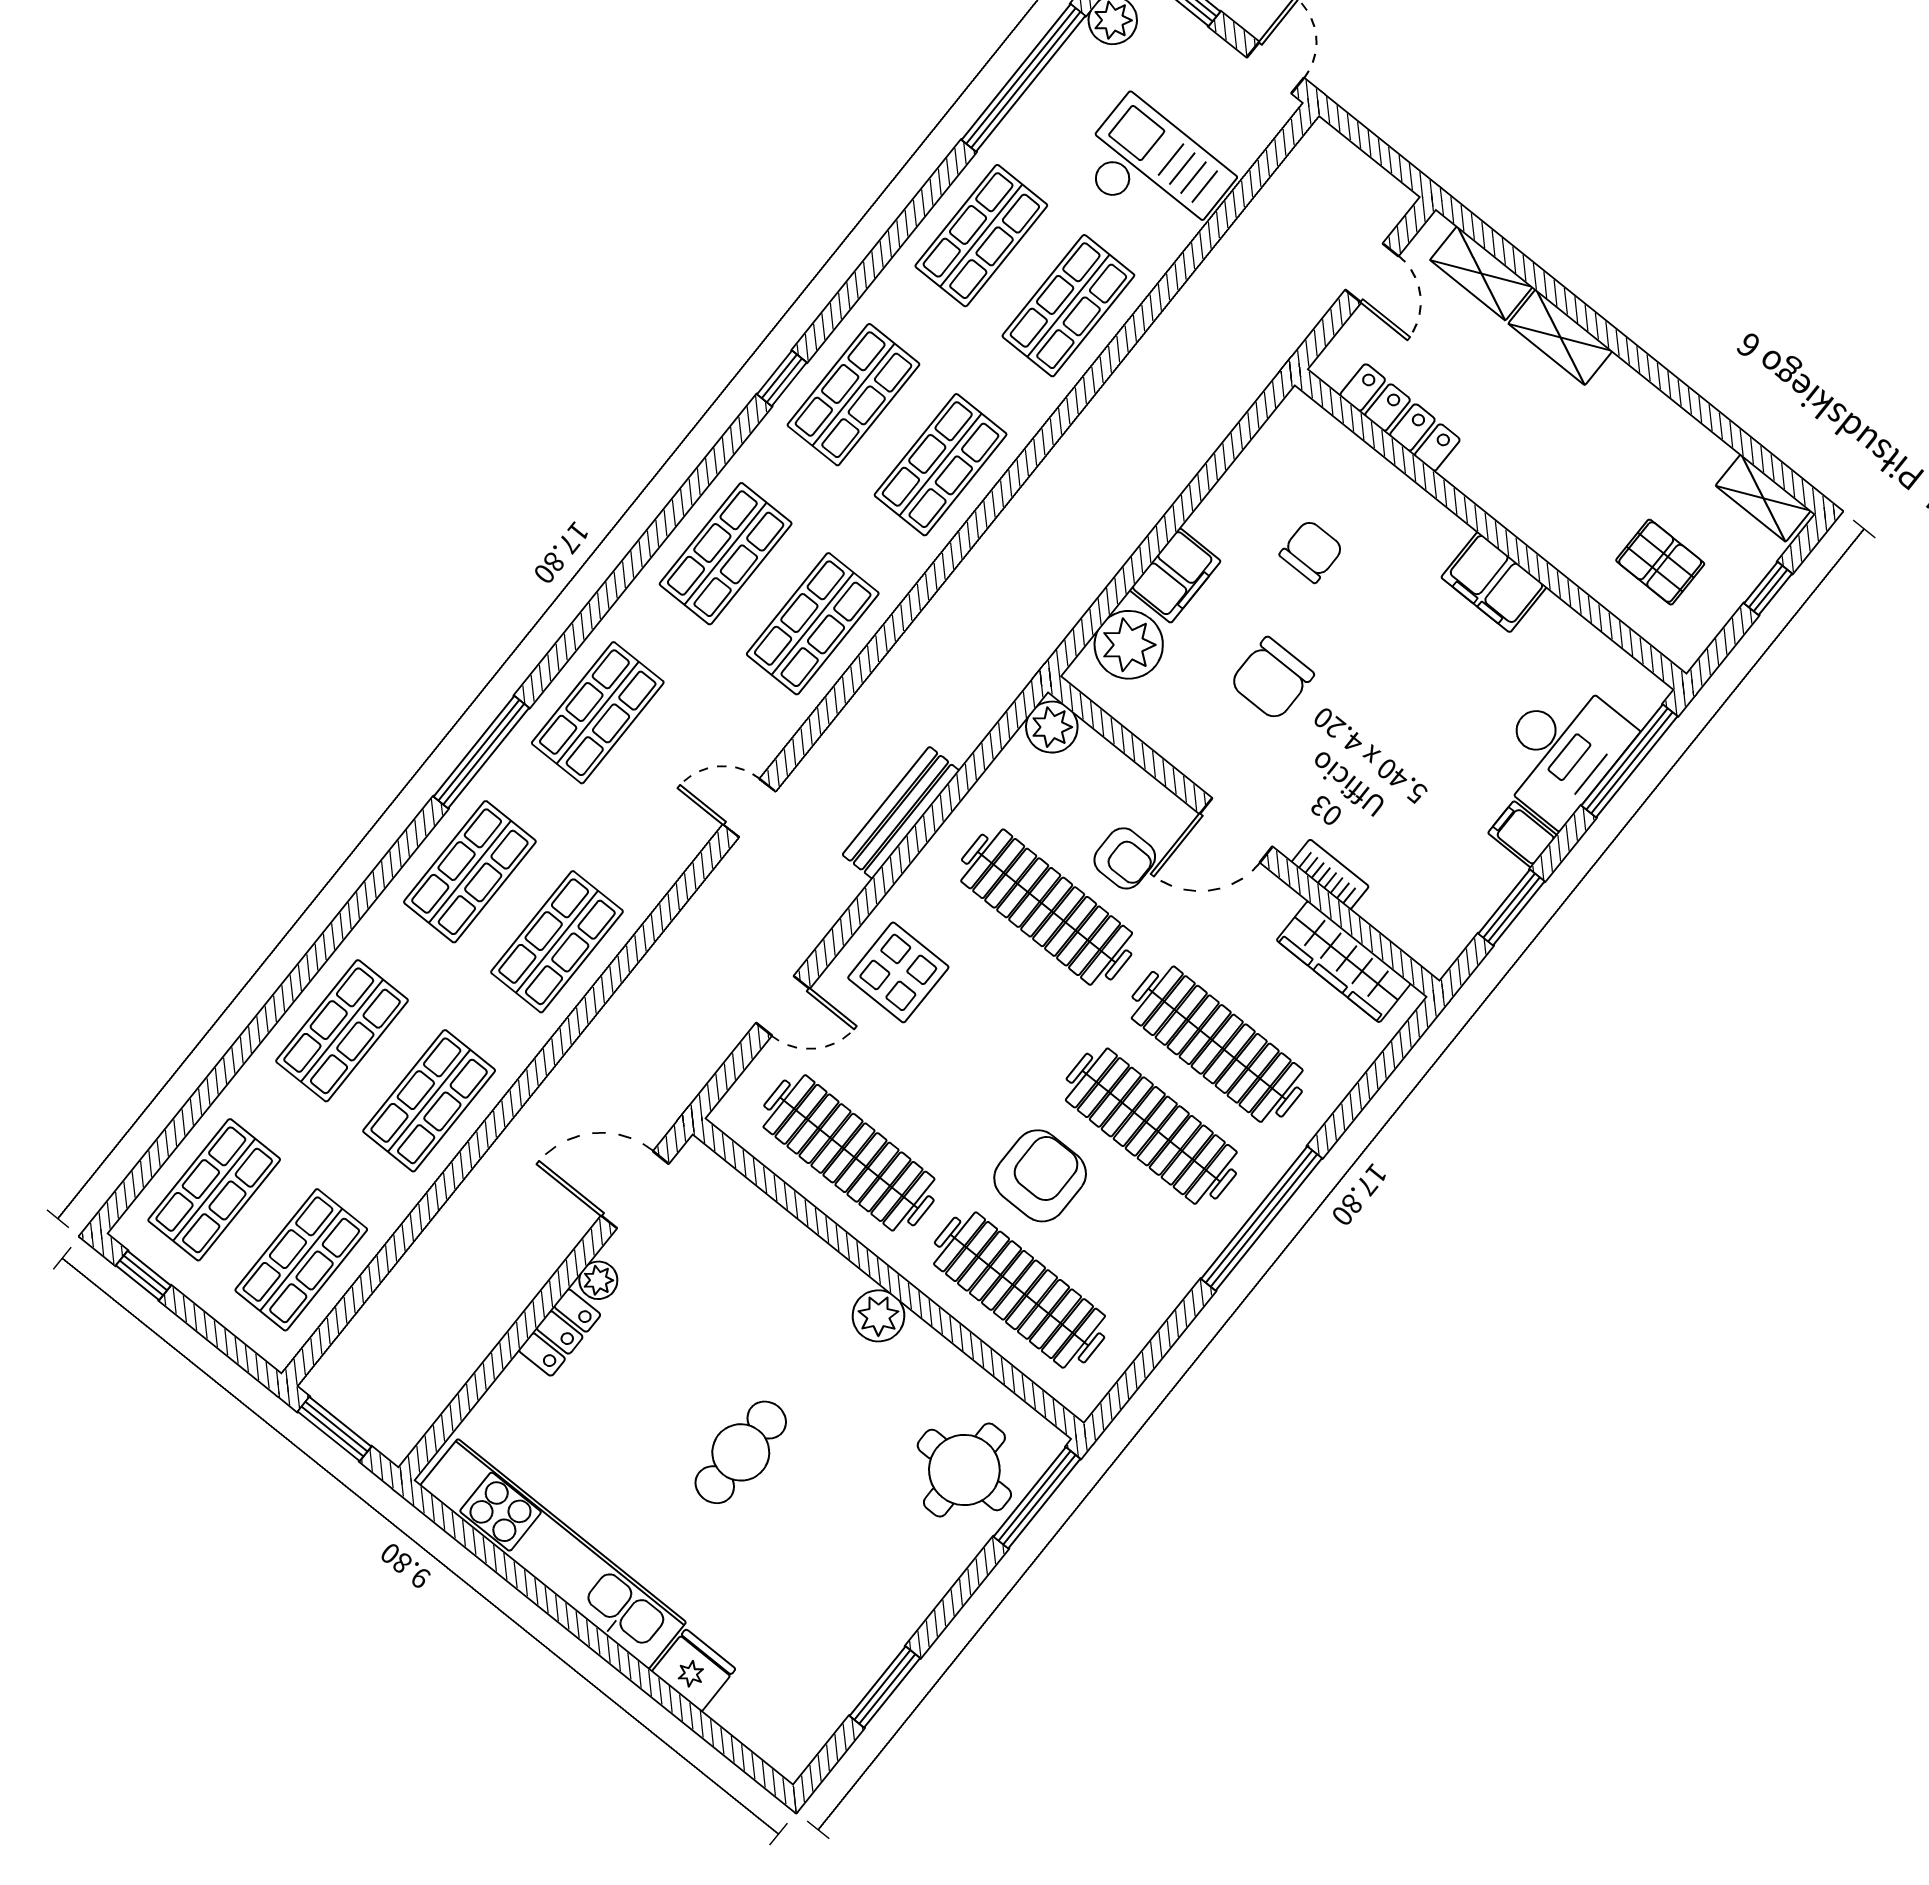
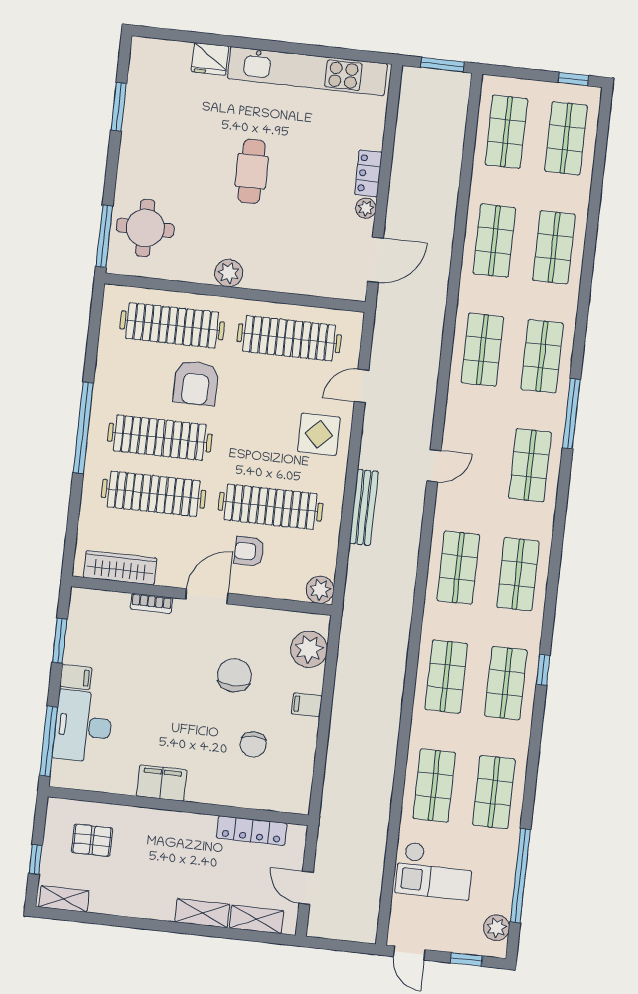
filing cabinet: (1175, 575) -> (307, 705), width x0.50

